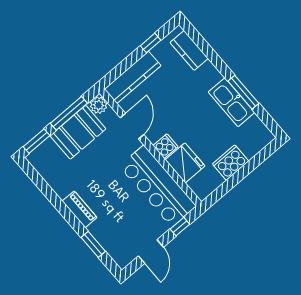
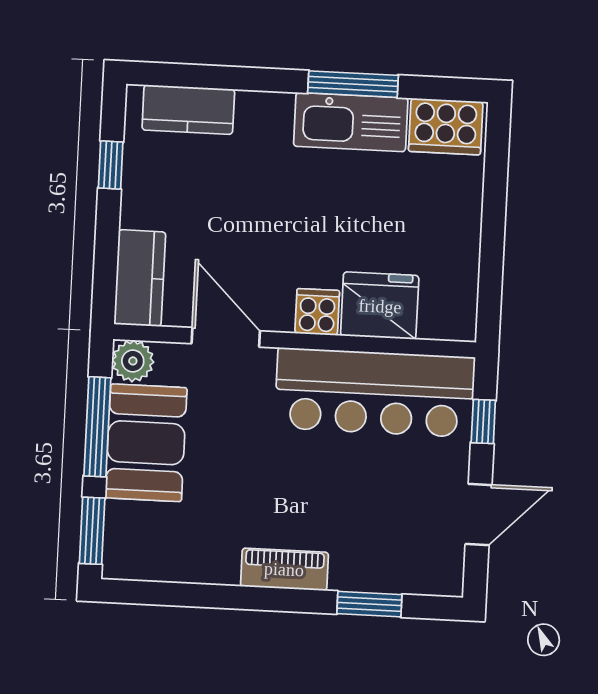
kitchen counter: (133, 77) -> (140, 278), width x0.67
cooker: (231, 163) -> (446, 127), moved, turned -90
door: (151, 252) -> (479, 514), hinge flipped

